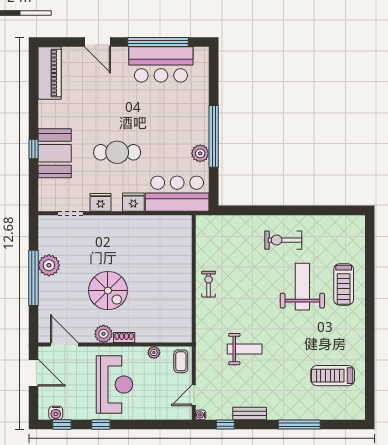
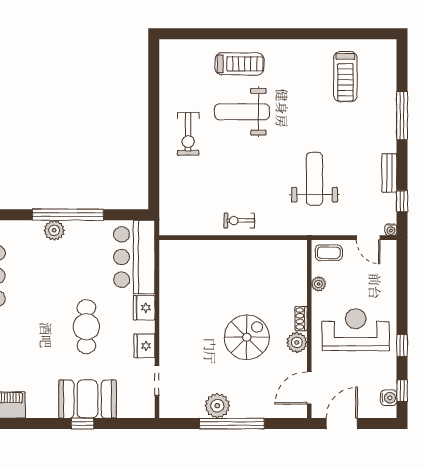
plant: (200, 153) -> (54, 230), moved
weight bench: (245, 349) -> (315, 179), width x1.36, depth x1.33

